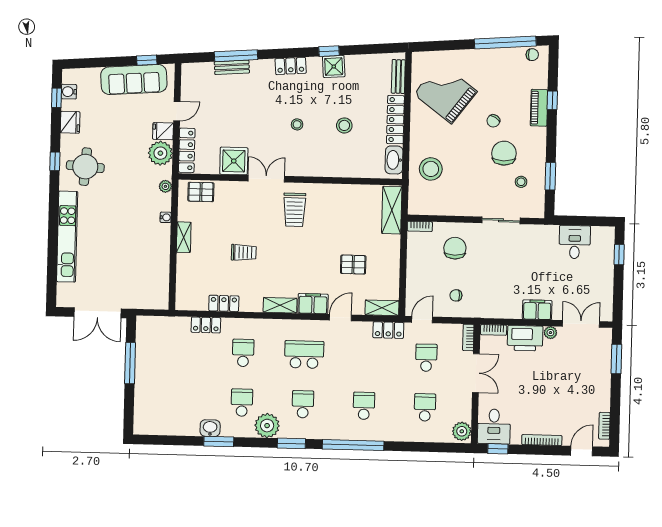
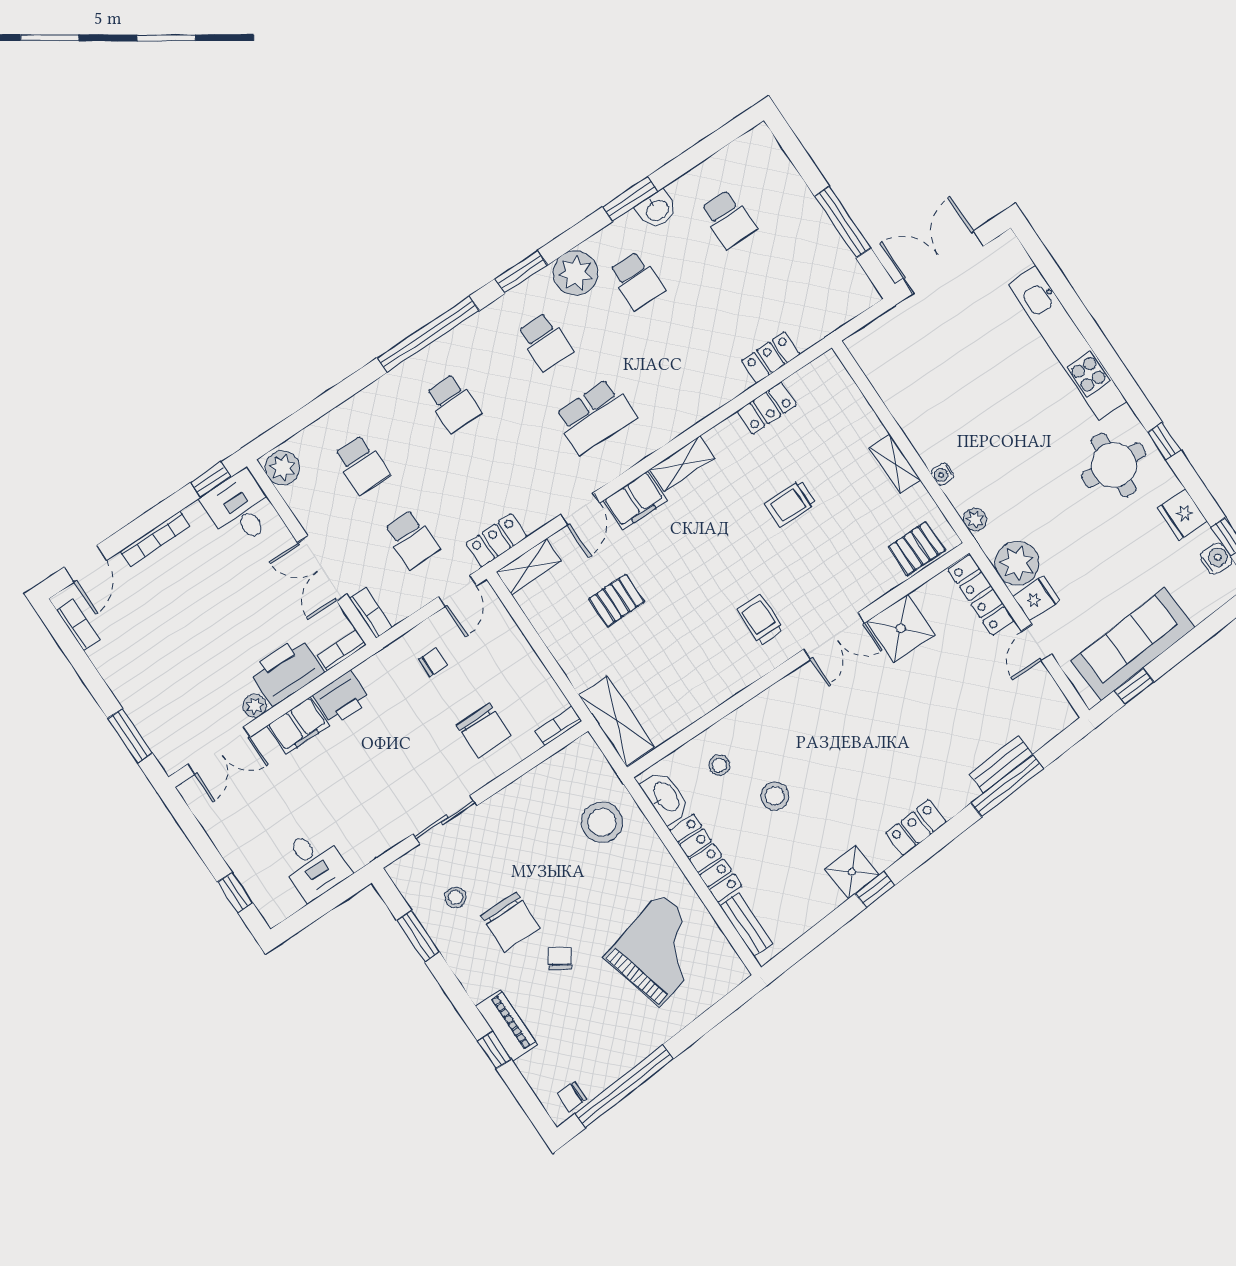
grand piano: (445, 93) -> (660, 950), turned -52
stool: (297, 124) -> (719, 765), moved
trolley: (295, 210) -> (760, 620), width x0.73, depth x0.72
printer: (509, 308) -> (342, 698), added
school desk: (243, 353) -> (728, 219), moved

